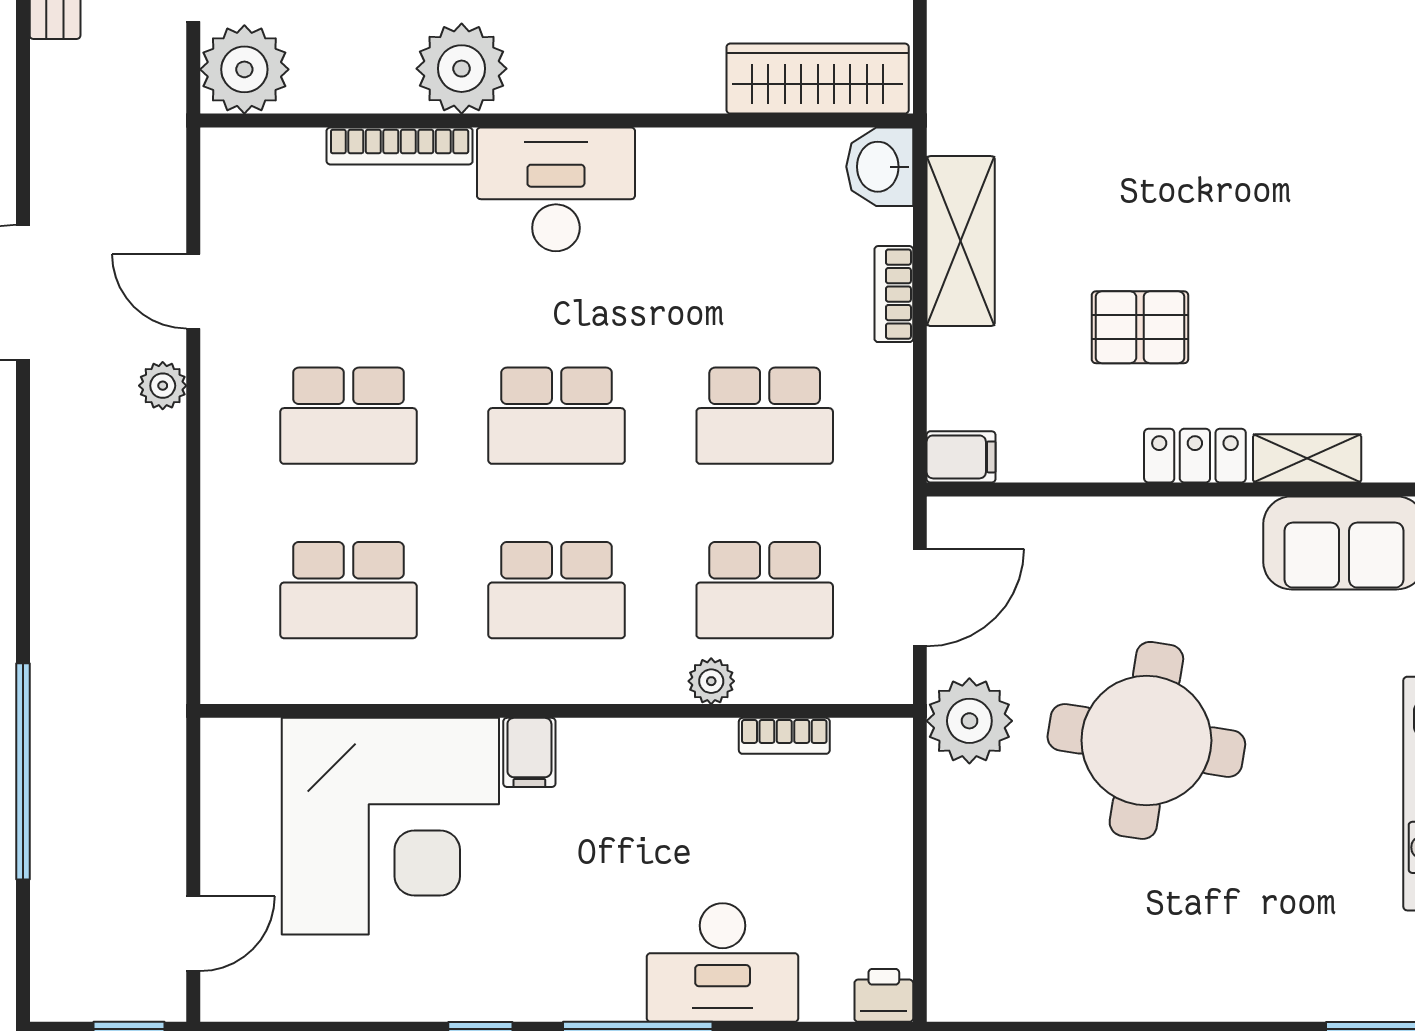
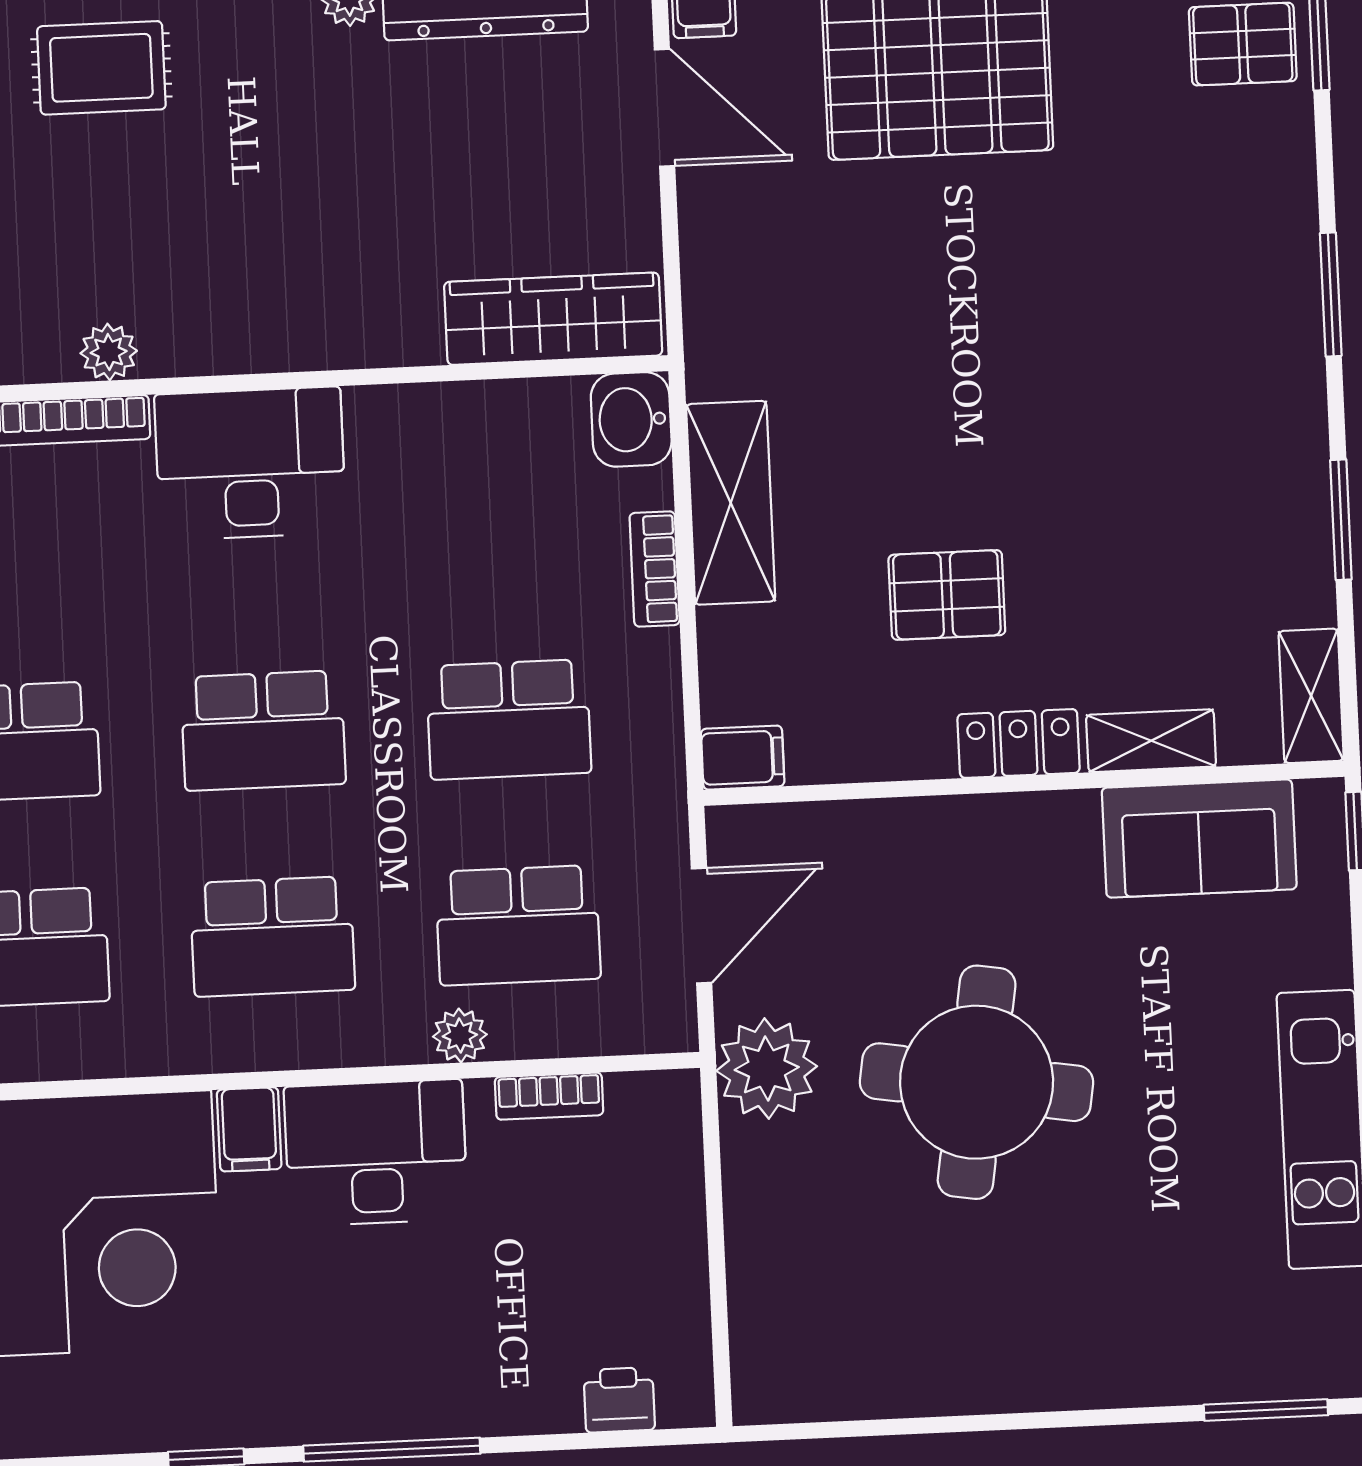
plant: (462, 69) -> (109, 352), width x0.53, depth x0.53
desk: (723, 963) -> (376, 1153), moved, turned 180
printer: (884, 995) -> (619, 1400), moved

